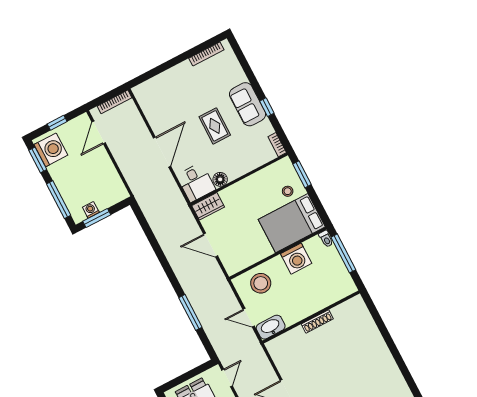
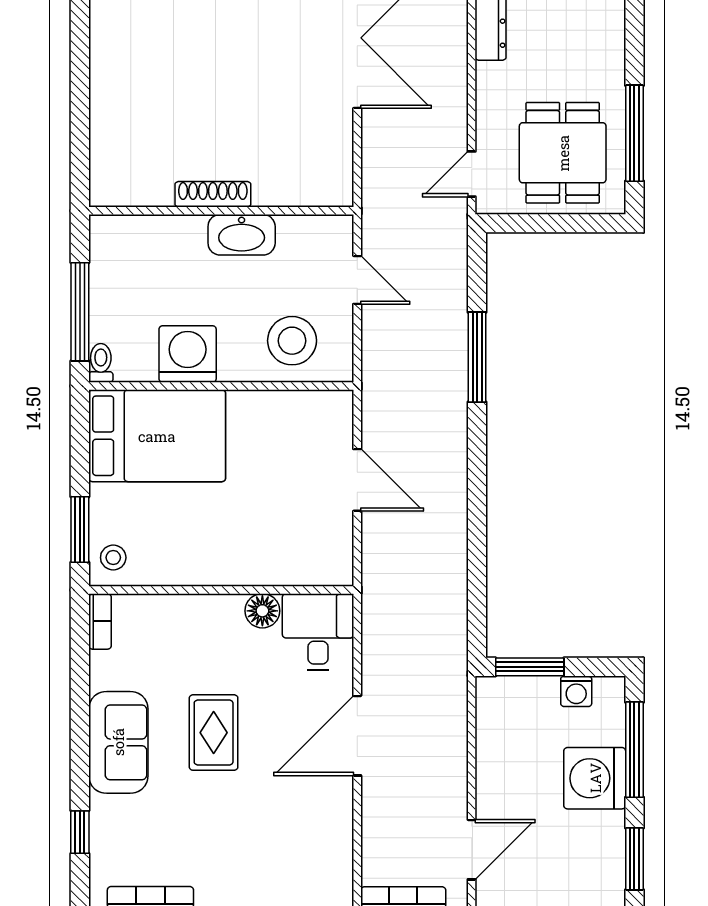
window: (267, 107) -> (80, 832), moved
washing machine: (51, 150) -> (595, 778), moved
stool: (288, 191) -> (113, 558), moved
wardrobe: (208, 206) -> (319, 566), removed
window: (97, 218) -> (530, 667), moved
washbasin: (271, 327) -> (242, 235), moved

